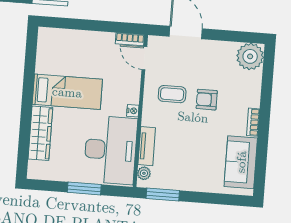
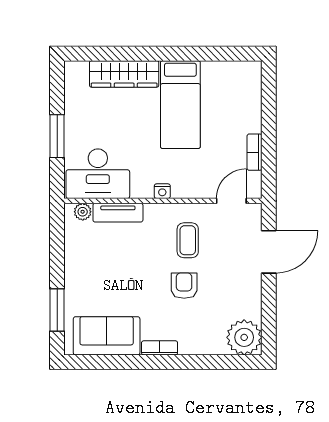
bookcase: (130, 39) -> (254, 152), moved
desk: (110, 150) -> (98, 174), width x0.73, depth x0.77
window: (163, 194) -> (57, 310), moved

